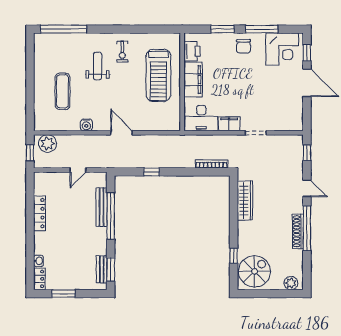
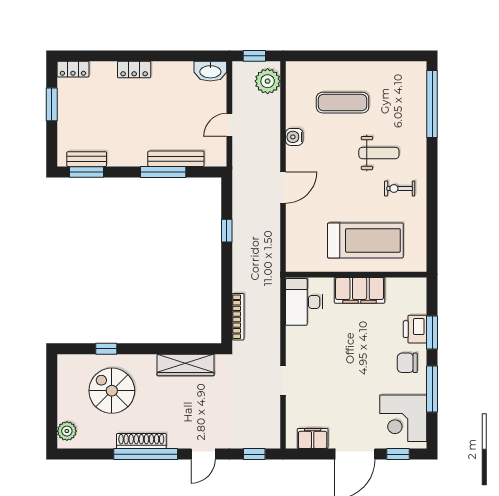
printer: (192, 51) -> (415, 329), moved, turned 90
treadmill: (158, 75) -> (365, 240), turned 180
filing cabinet: (229, 124) -> (313, 438), moved, turned -90
door: (78, 170) -> (229, 125), hinge flipped
locker: (40, 213) -> (134, 70), moved, width x0.66
window: (111, 216) -> (163, 172), width x0.68
washbasin: (39, 261) -> (210, 71), moved, width x1.91, depth x1.45
spiral stairs: (254, 271) -> (112, 391), moved, turned 180

